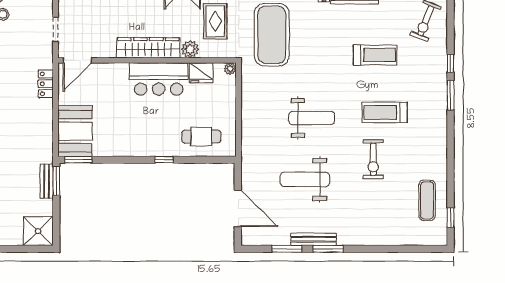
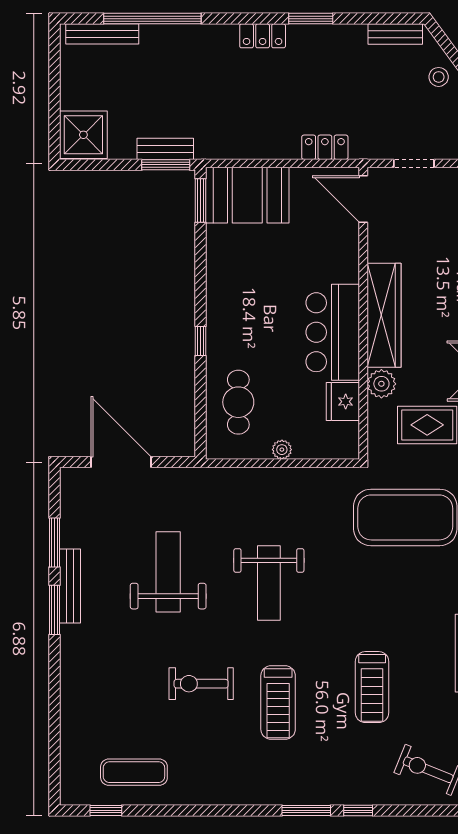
plant: (230, 69) -> (282, 450), moved
treadmill: (385, 112) -> (278, 703), turned 180
door: (238, 208) -> (121, 462), swing flipped

